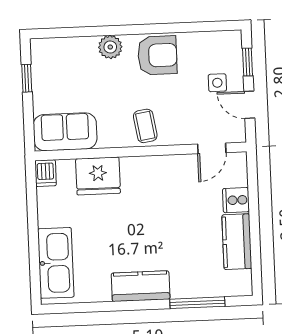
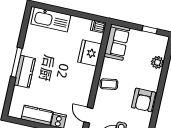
plant: (110, 47) -> (157, 62), moved
kitchen counter: (141, 286) -> (25, 72), moved
window: (197, 303) -> (17, 62), moved

